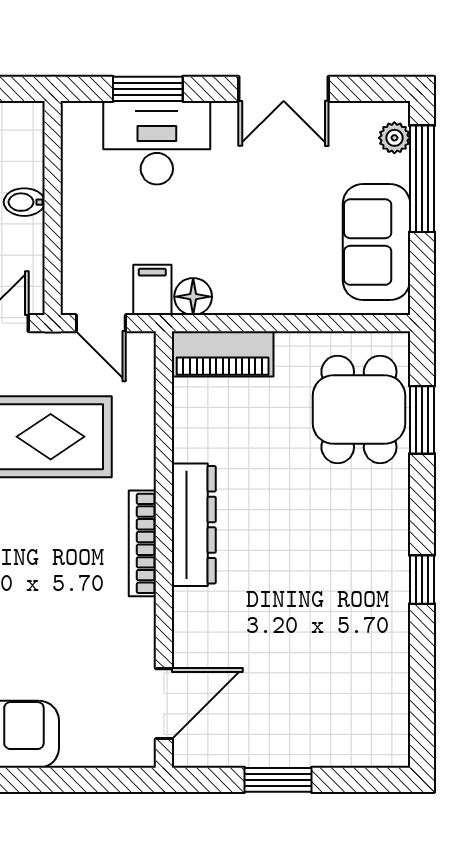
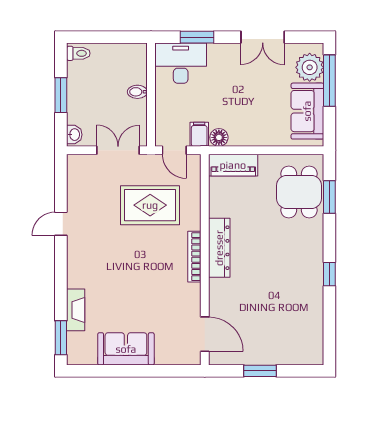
plant: (394, 138) -> (310, 67), width x1.88, depth x1.88
desk: (157, 143) -> (181, 63), moved
door: (164, 704) -> (205, 334), hinge flipped

